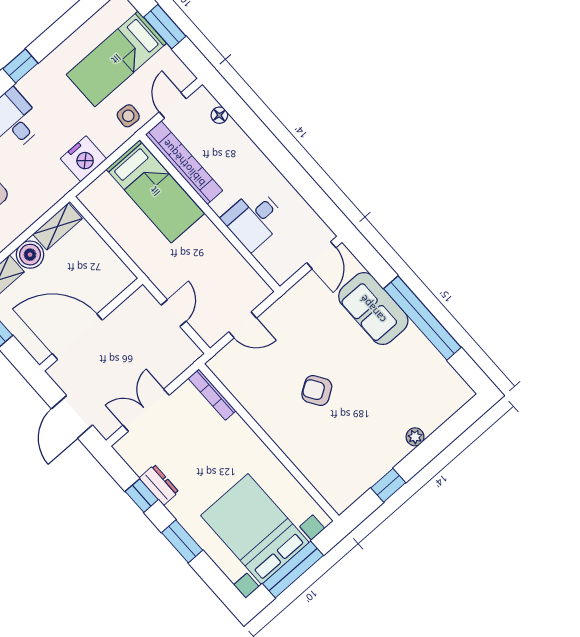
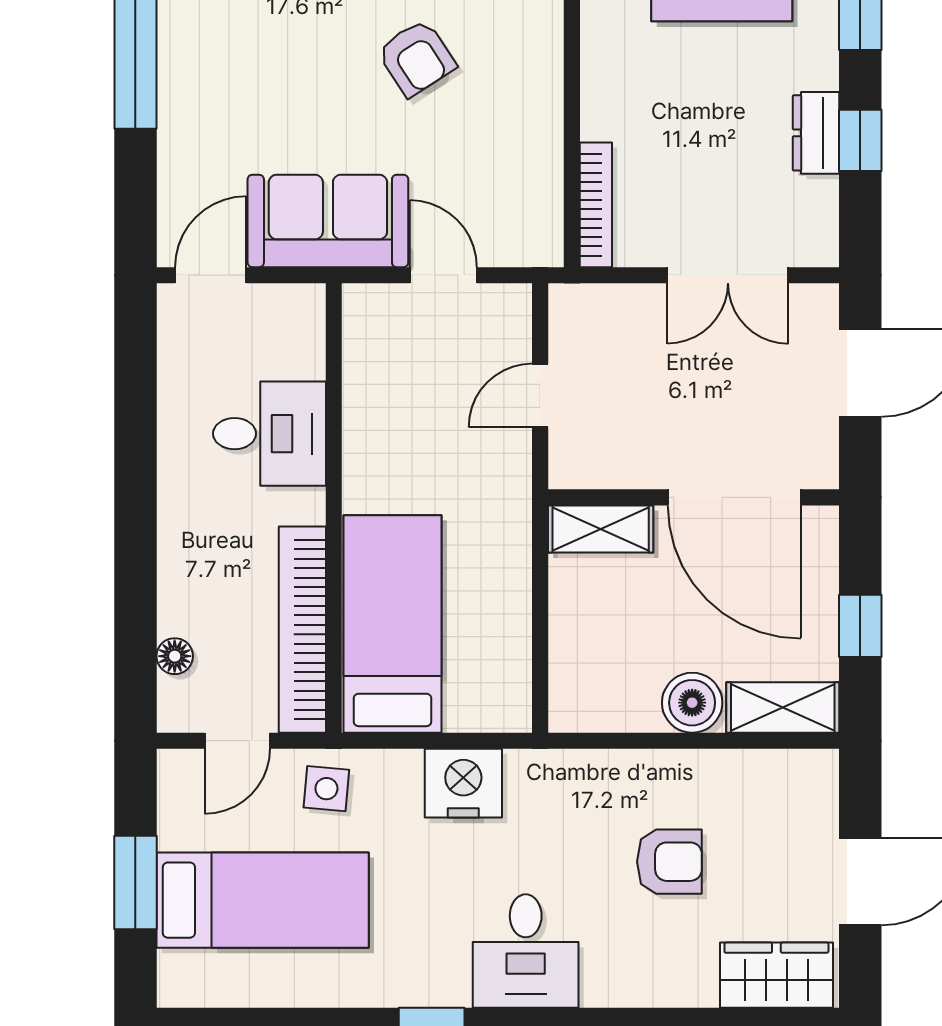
shelving: (58, 226) -> (601, 529), moved
sofa: (373, 309) -> (328, 221), moved, turned -90

